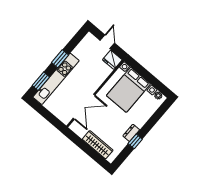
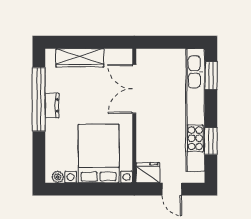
window: (60, 59) -> (211, 141), moved
kitchen unit: (56, 79) -> (195, 110), width x1.36
window: (135, 141) -> (39, 99), width x3.17

